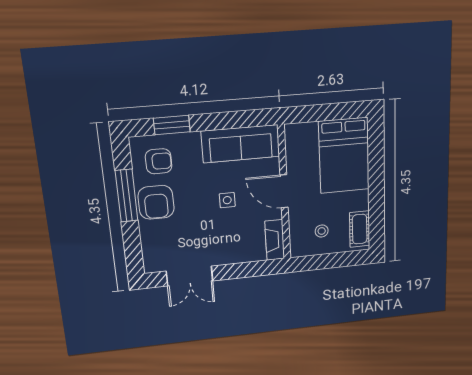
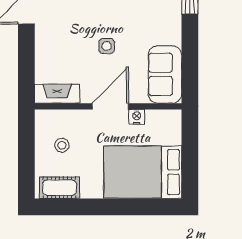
sofa: (241, 144) -> (165, 74), width x0.73
nightstand: (293, 166) -> (137, 117), added

